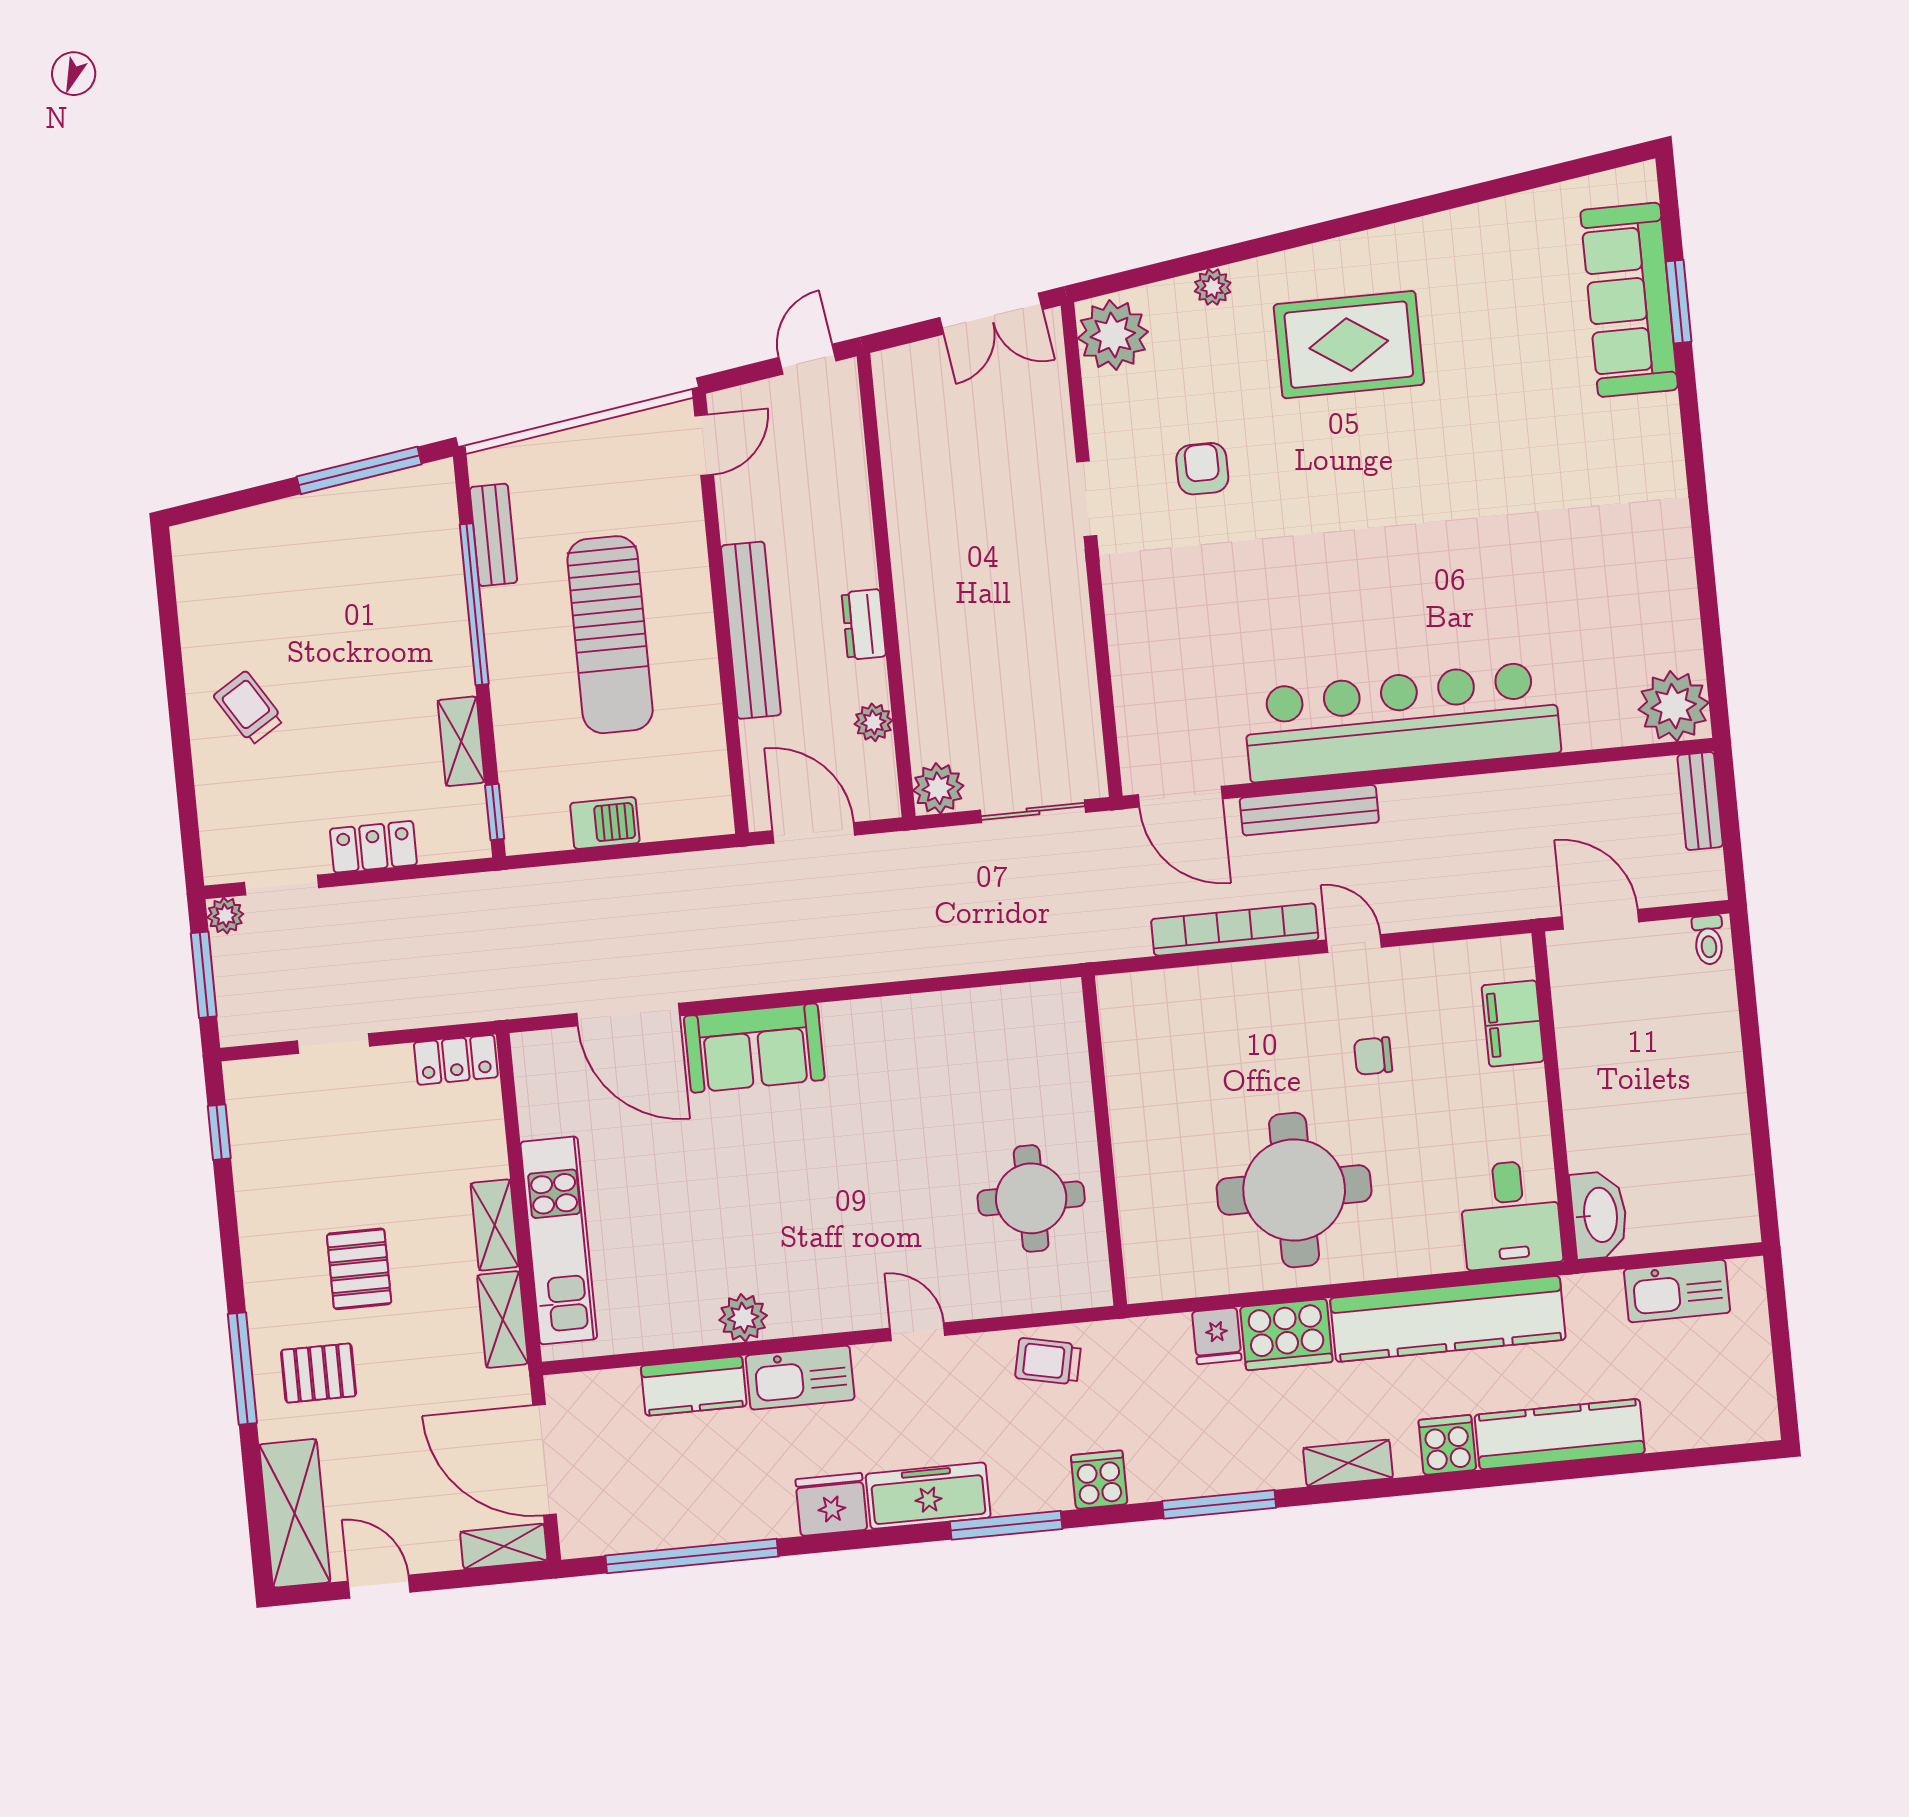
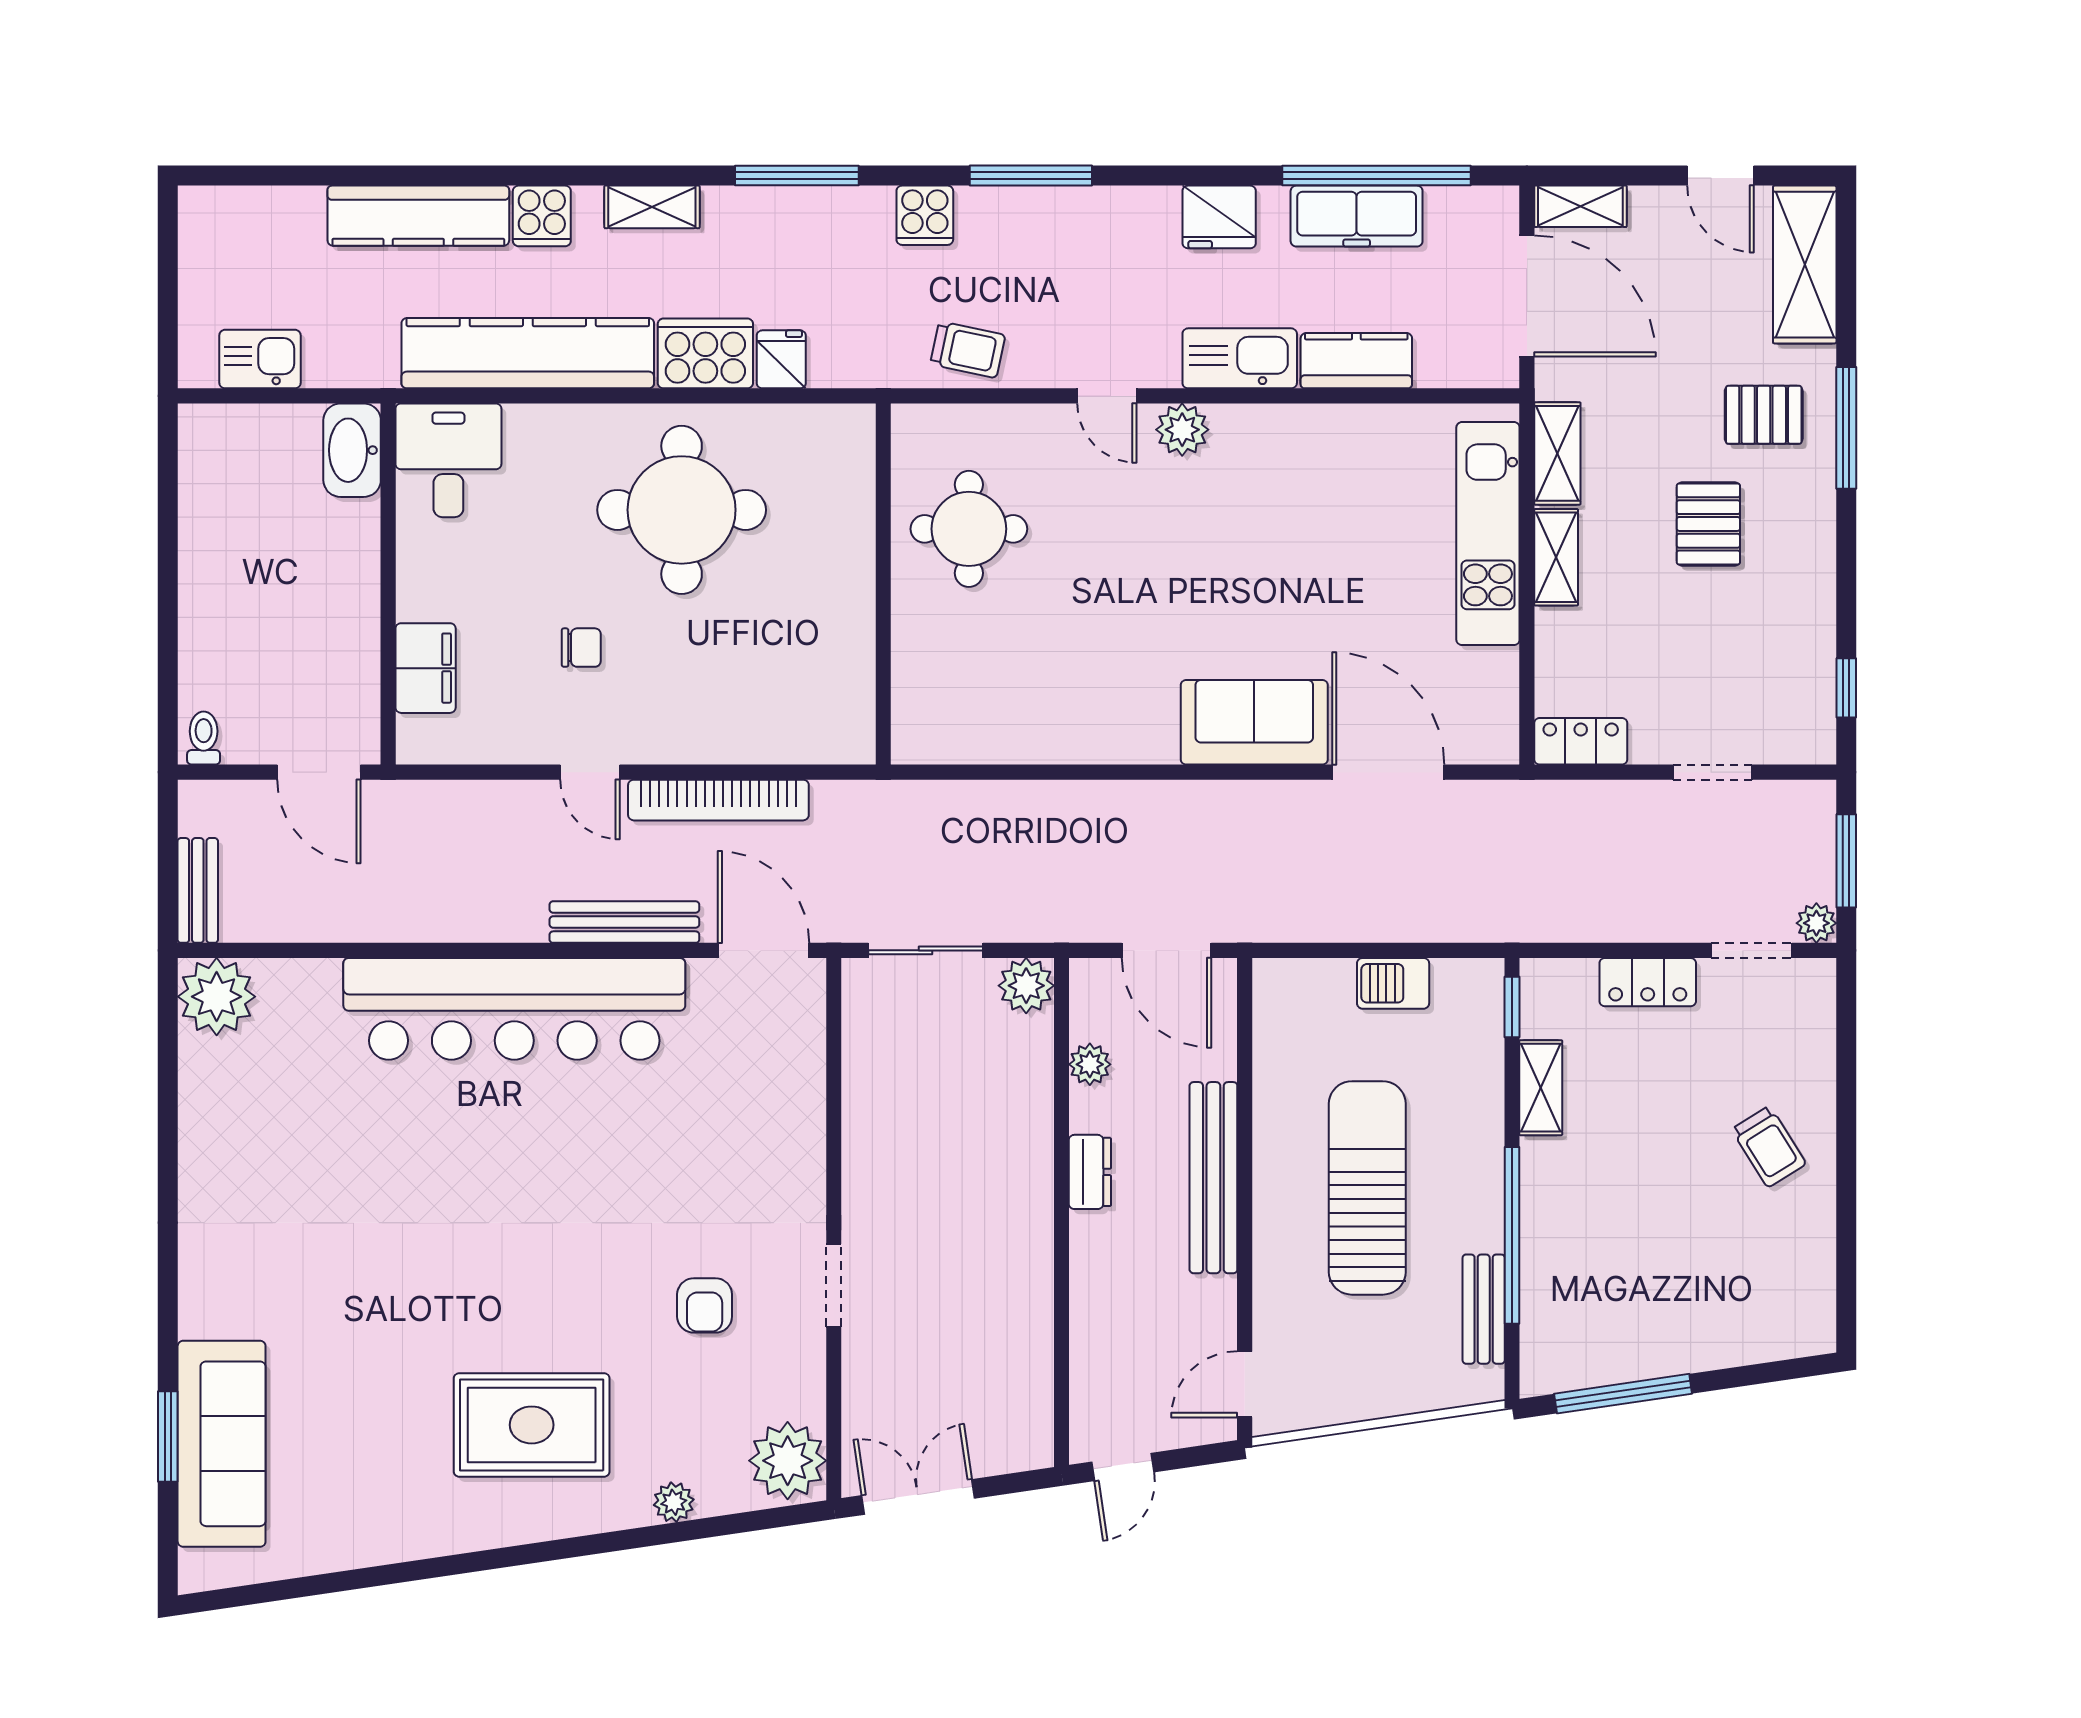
kitchen sink: (1677, 1291) -> (260, 359), width x0.73
plant: (743, 1318) -> (1182, 430), moved
freezer: (928, 1496) -> (1357, 216), moved

